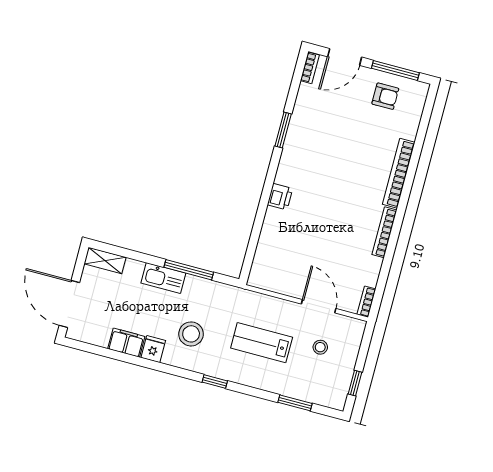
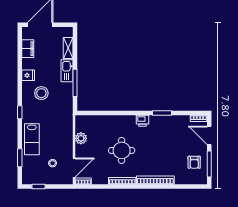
printer: (280, 197) -> (143, 121), moved
round table: (330, 219) -> (122, 150), added
shelving: (105, 260) -> (68, 48), moved
plant: (289, 285) -> (81, 138), added
door: (319, 306) -> (74, 168), moved
filing cabinet: (126, 343) -> (28, 49), moved
lab bench: (262, 343) -> (32, 139), moved, turned 180

